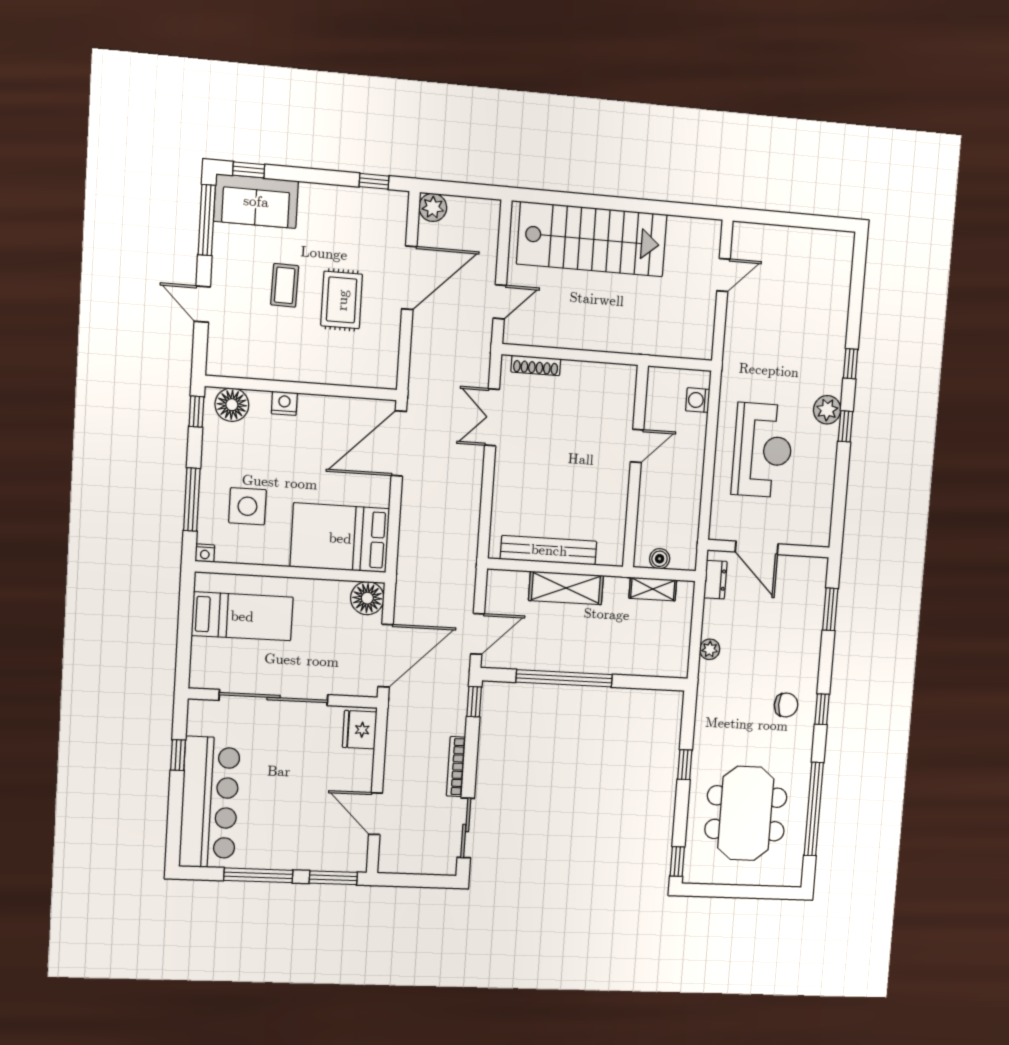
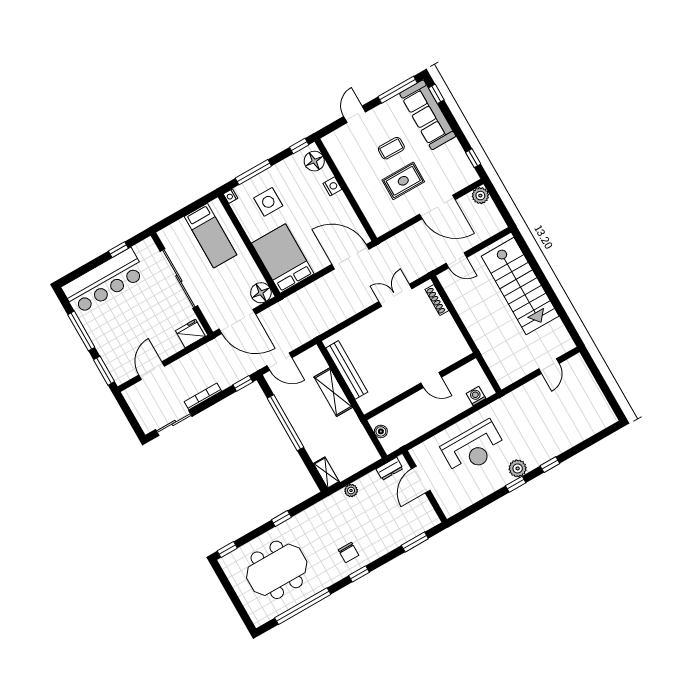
sofa: (256, 201) -> (428, 115), width x1.36
door: (723, 275) -> (549, 366), hinge flipped
shelving: (653, 589) -> (326, 473), moved

